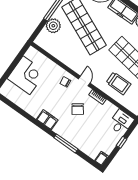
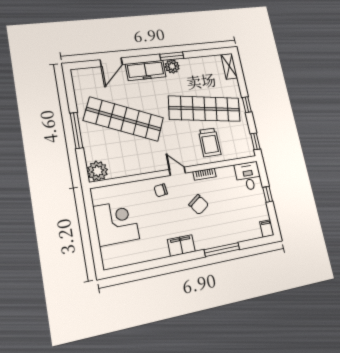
plant: (53, 26) -> (97, 171), moved
trolley: (118, 83) -> (210, 142), turned 90

